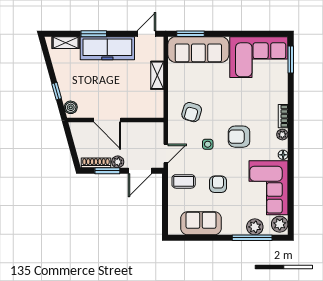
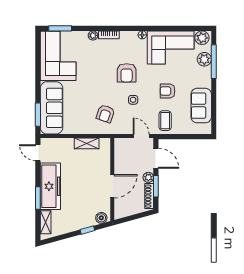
shelving: (157, 75) -> (87, 143), moved
armchair: (192, 112) -> (105, 114), turned 92
plant: (282, 135) -> (93, 35), moved

